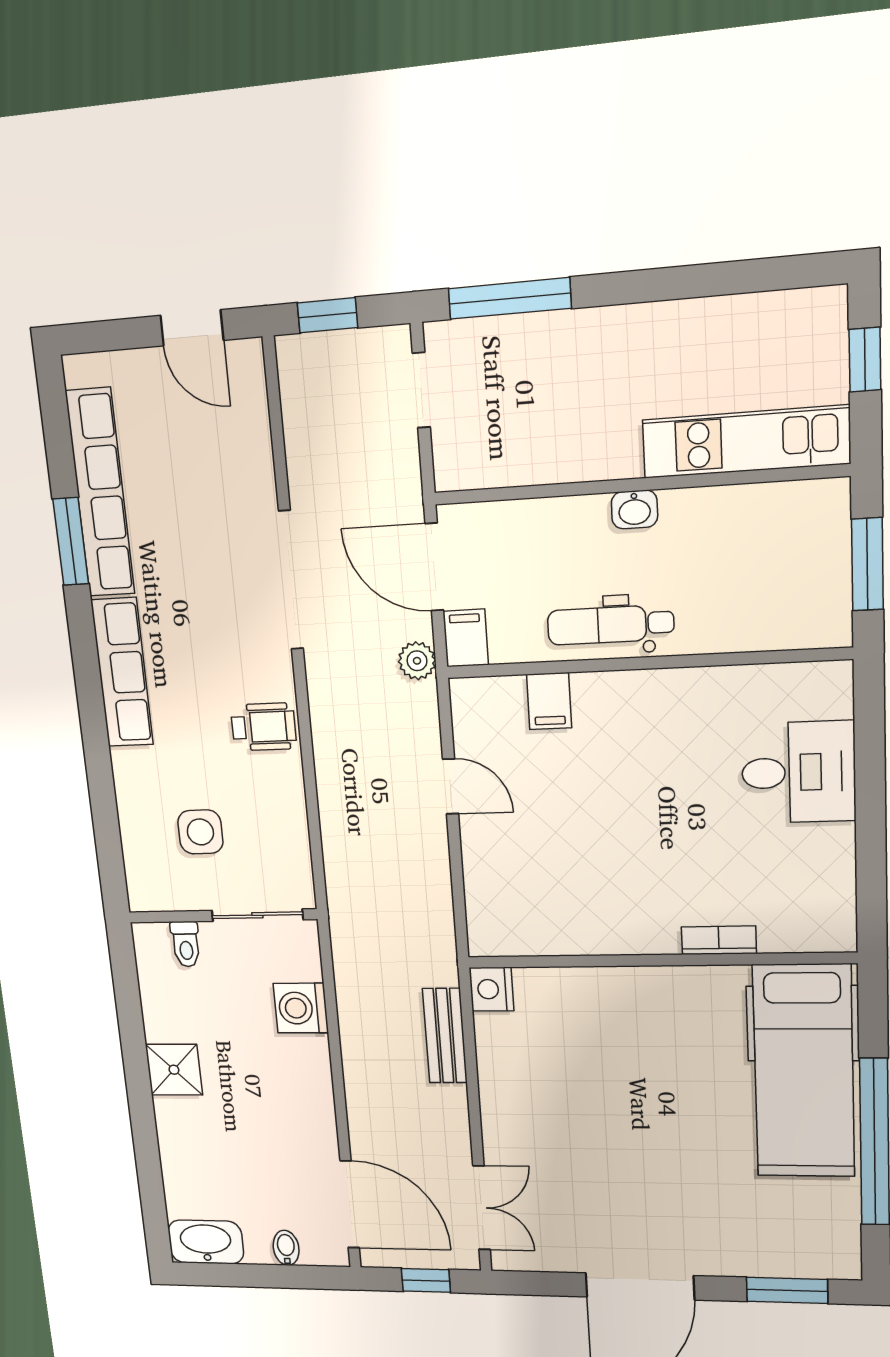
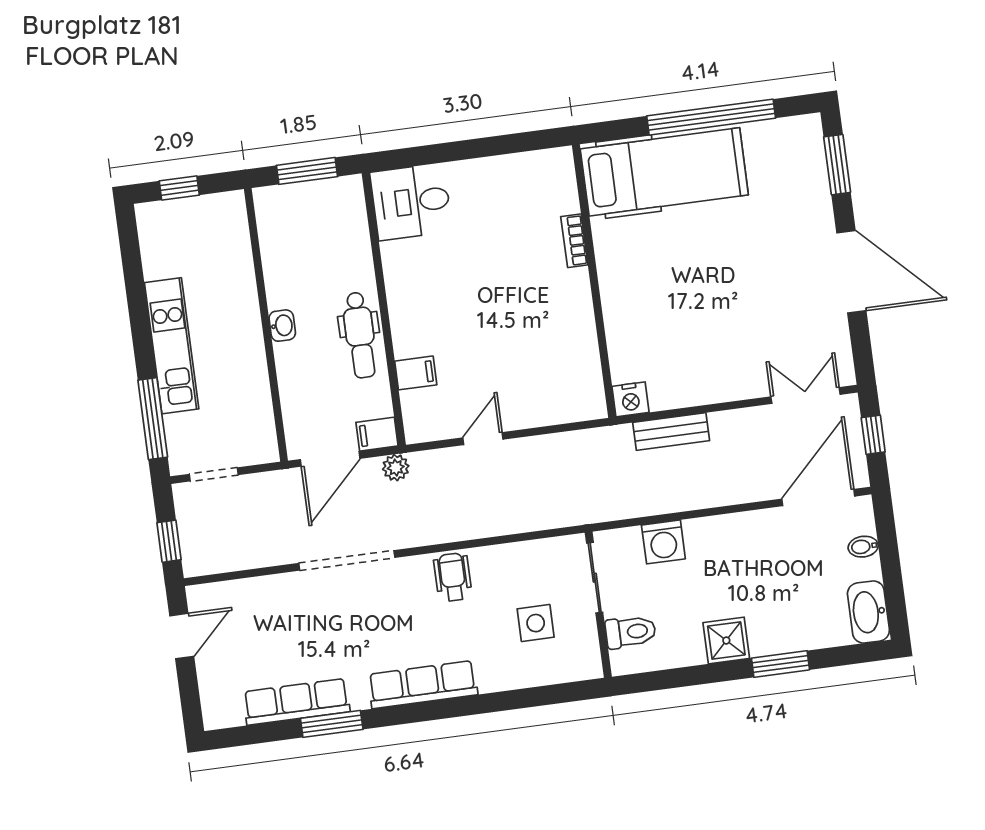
kitchen unit: (746, 442) -> (172, 346), moved, turned 180
row of seats: (100, 493) -> (296, 702), width x0.73
desk: (798, 772) -> (411, 202), moved, turned -90
toilet: (186, 944) -> (631, 632), width x1.37, depth x1.39
window: (144, 1130) -> (780, 664), added

